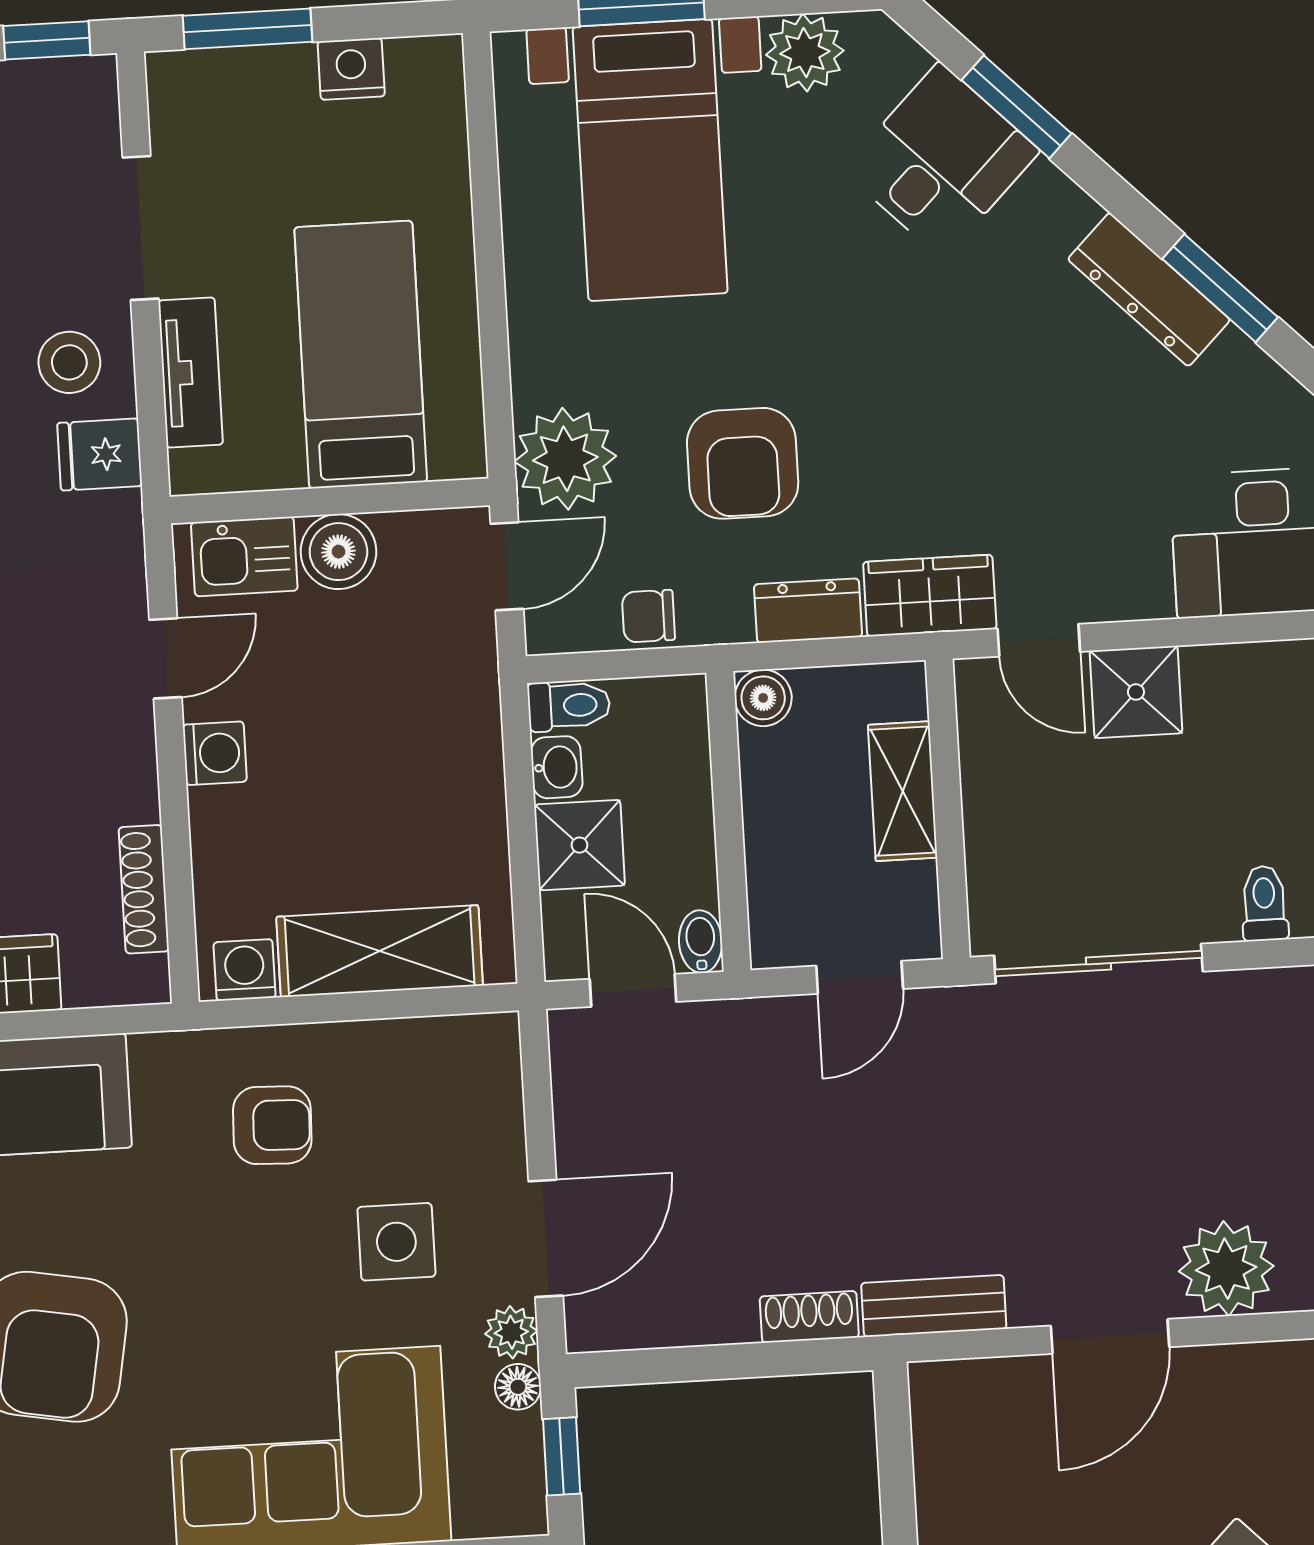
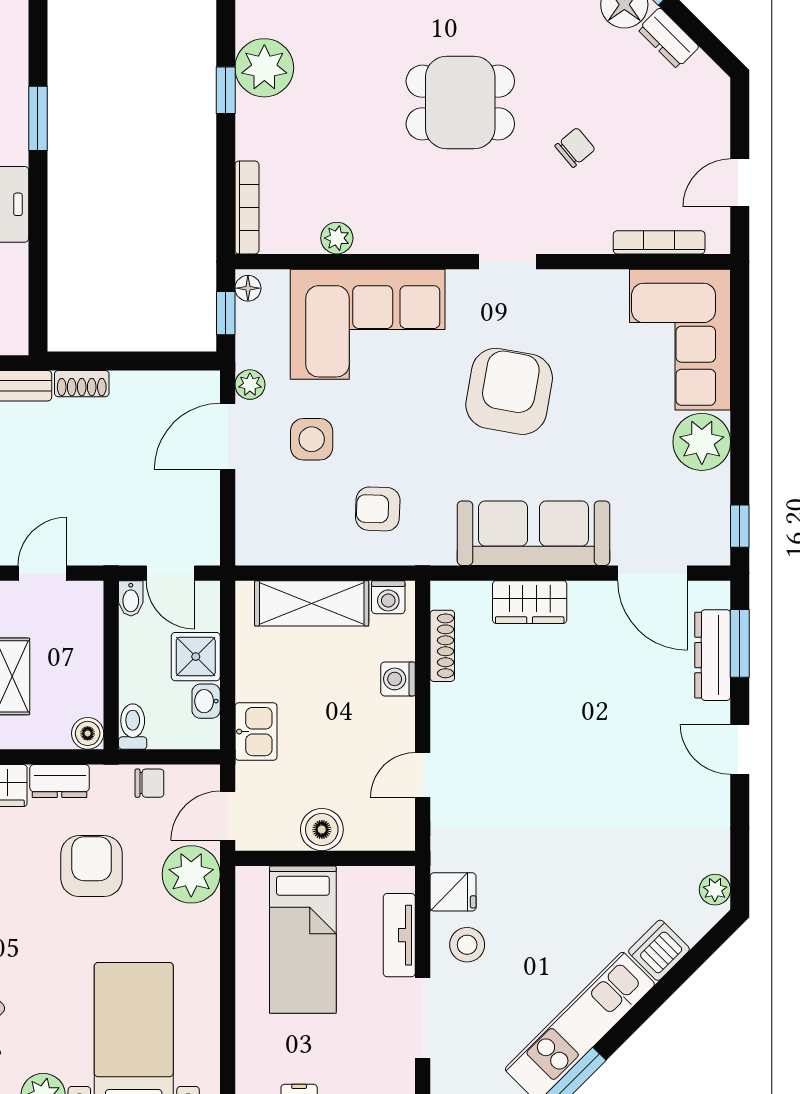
kitchen sink: (244, 556) -> (256, 732), moved, turned 90
toilet: (569, 706) -> (133, 727), moved, turned 90
washing machine: (215, 753) -> (398, 679), moved
floor lamp: (518, 1387) -> (248, 288), moved

